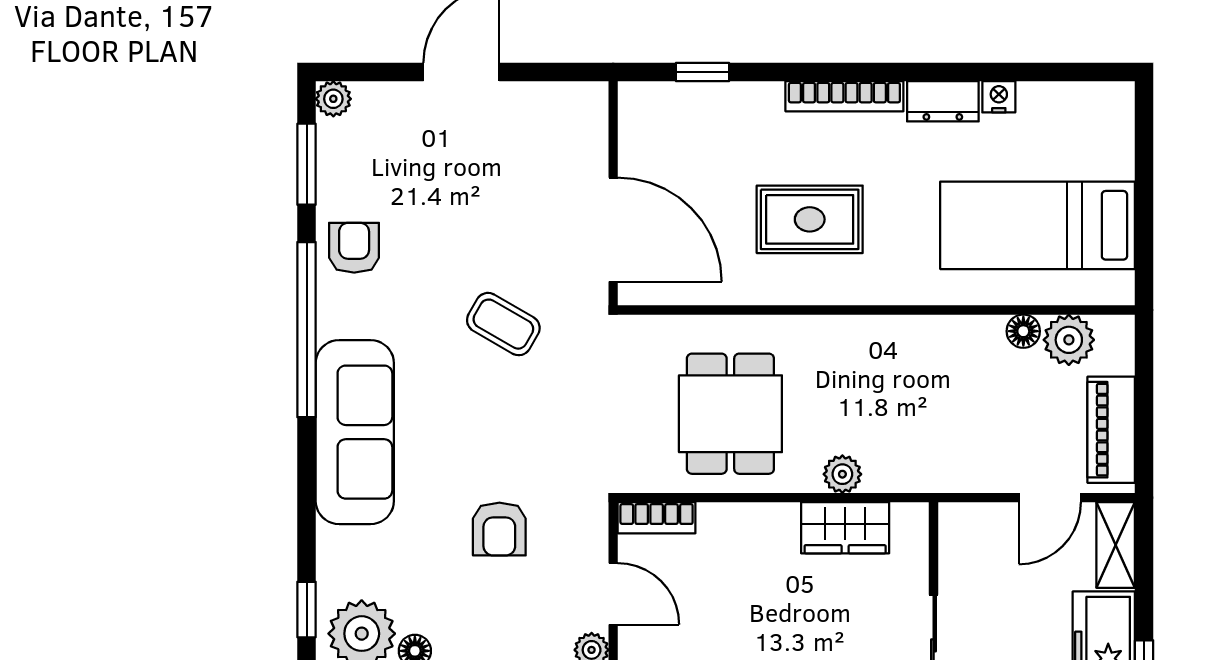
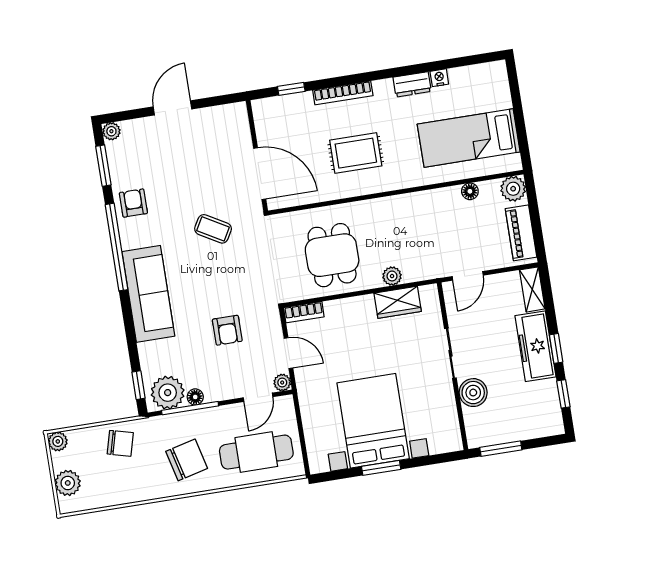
bookcase: (844, 96) -> (343, 93), moved
plant: (1069, 340) -> (513, 189), moved
door: (1050, 498) -> (468, 276), moved

